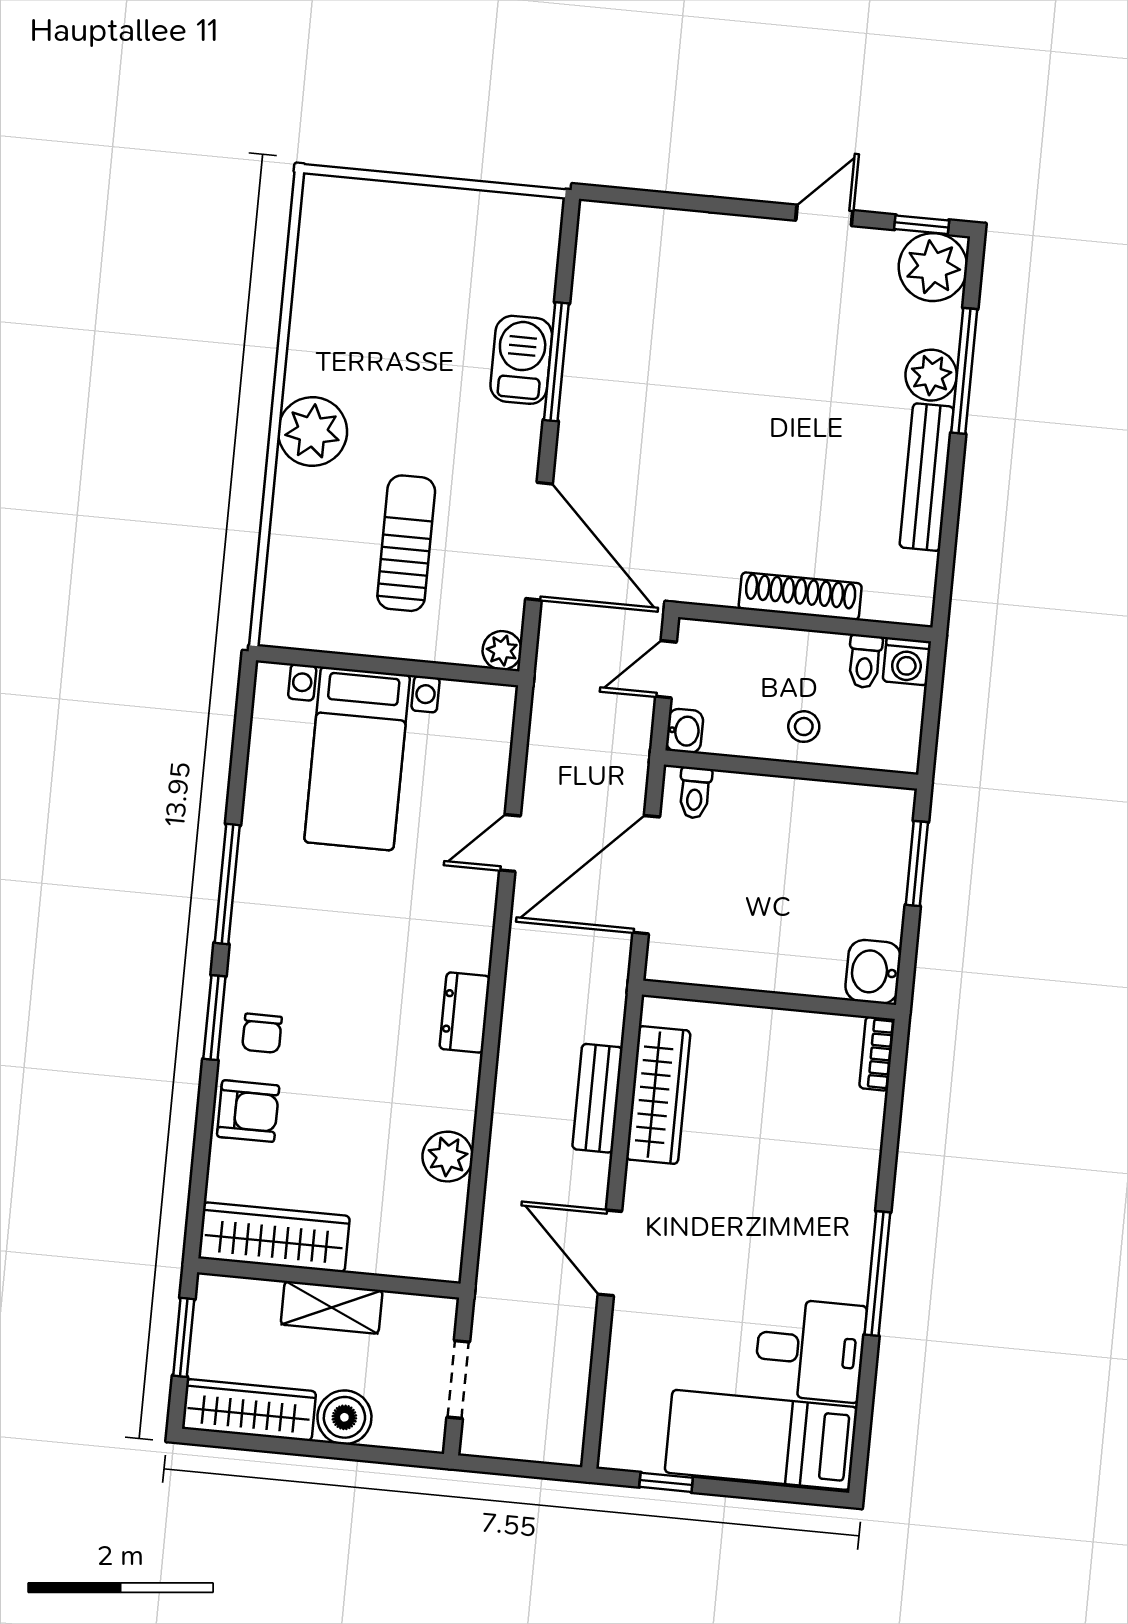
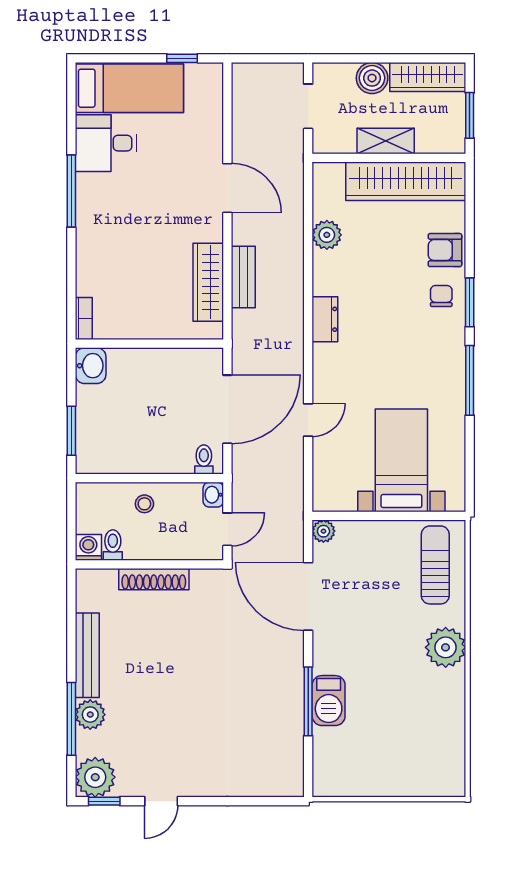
sun lounger: (406, 543) -> (435, 565), moved, turned 180
wardrobe: (274, 1237) -> (406, 181), width x1.40, depth x1.17

